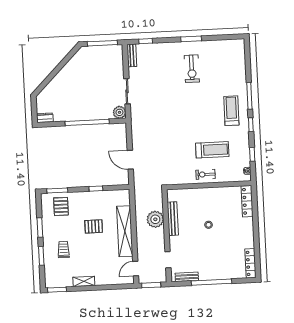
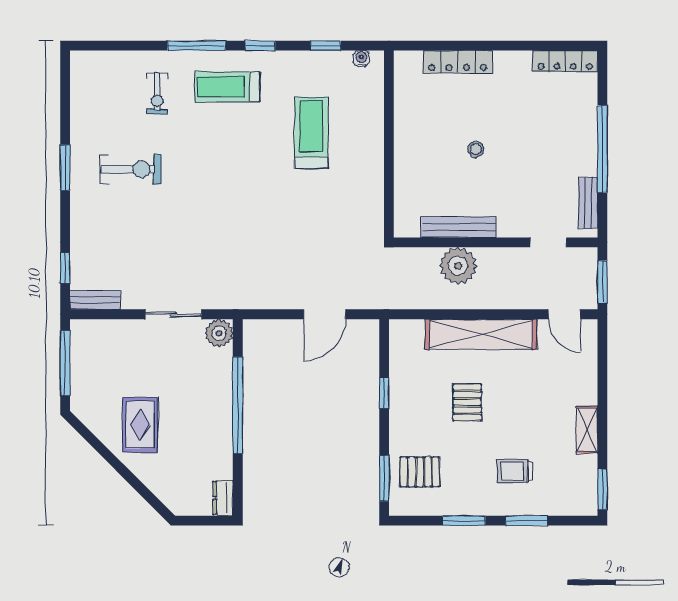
rug: (76, 79) -> (140, 425), added
exercise bike: (206, 174) -> (157, 93), moved
locker: (247, 201) -> (458, 62), moved

